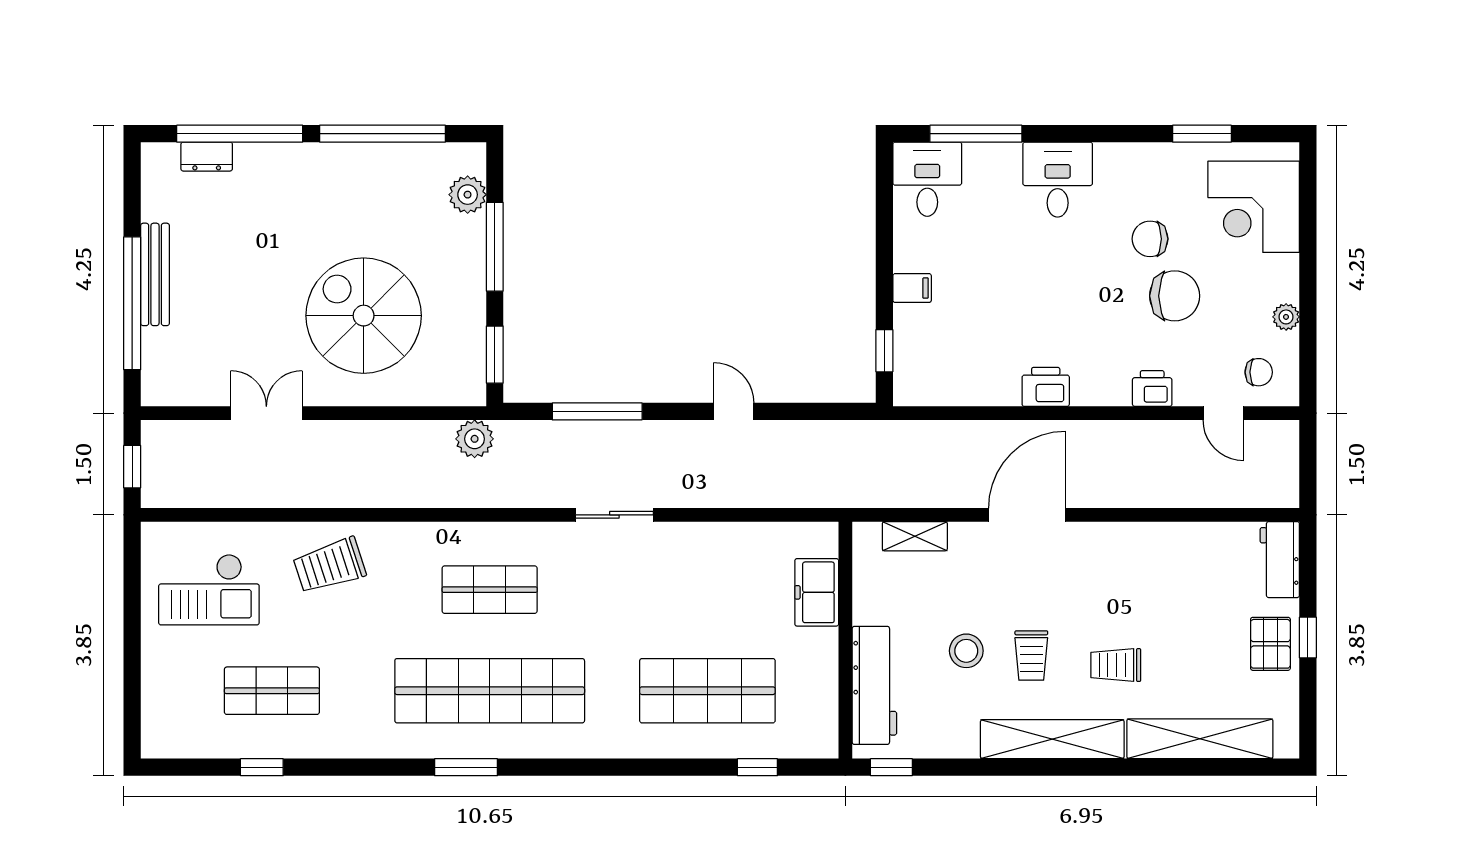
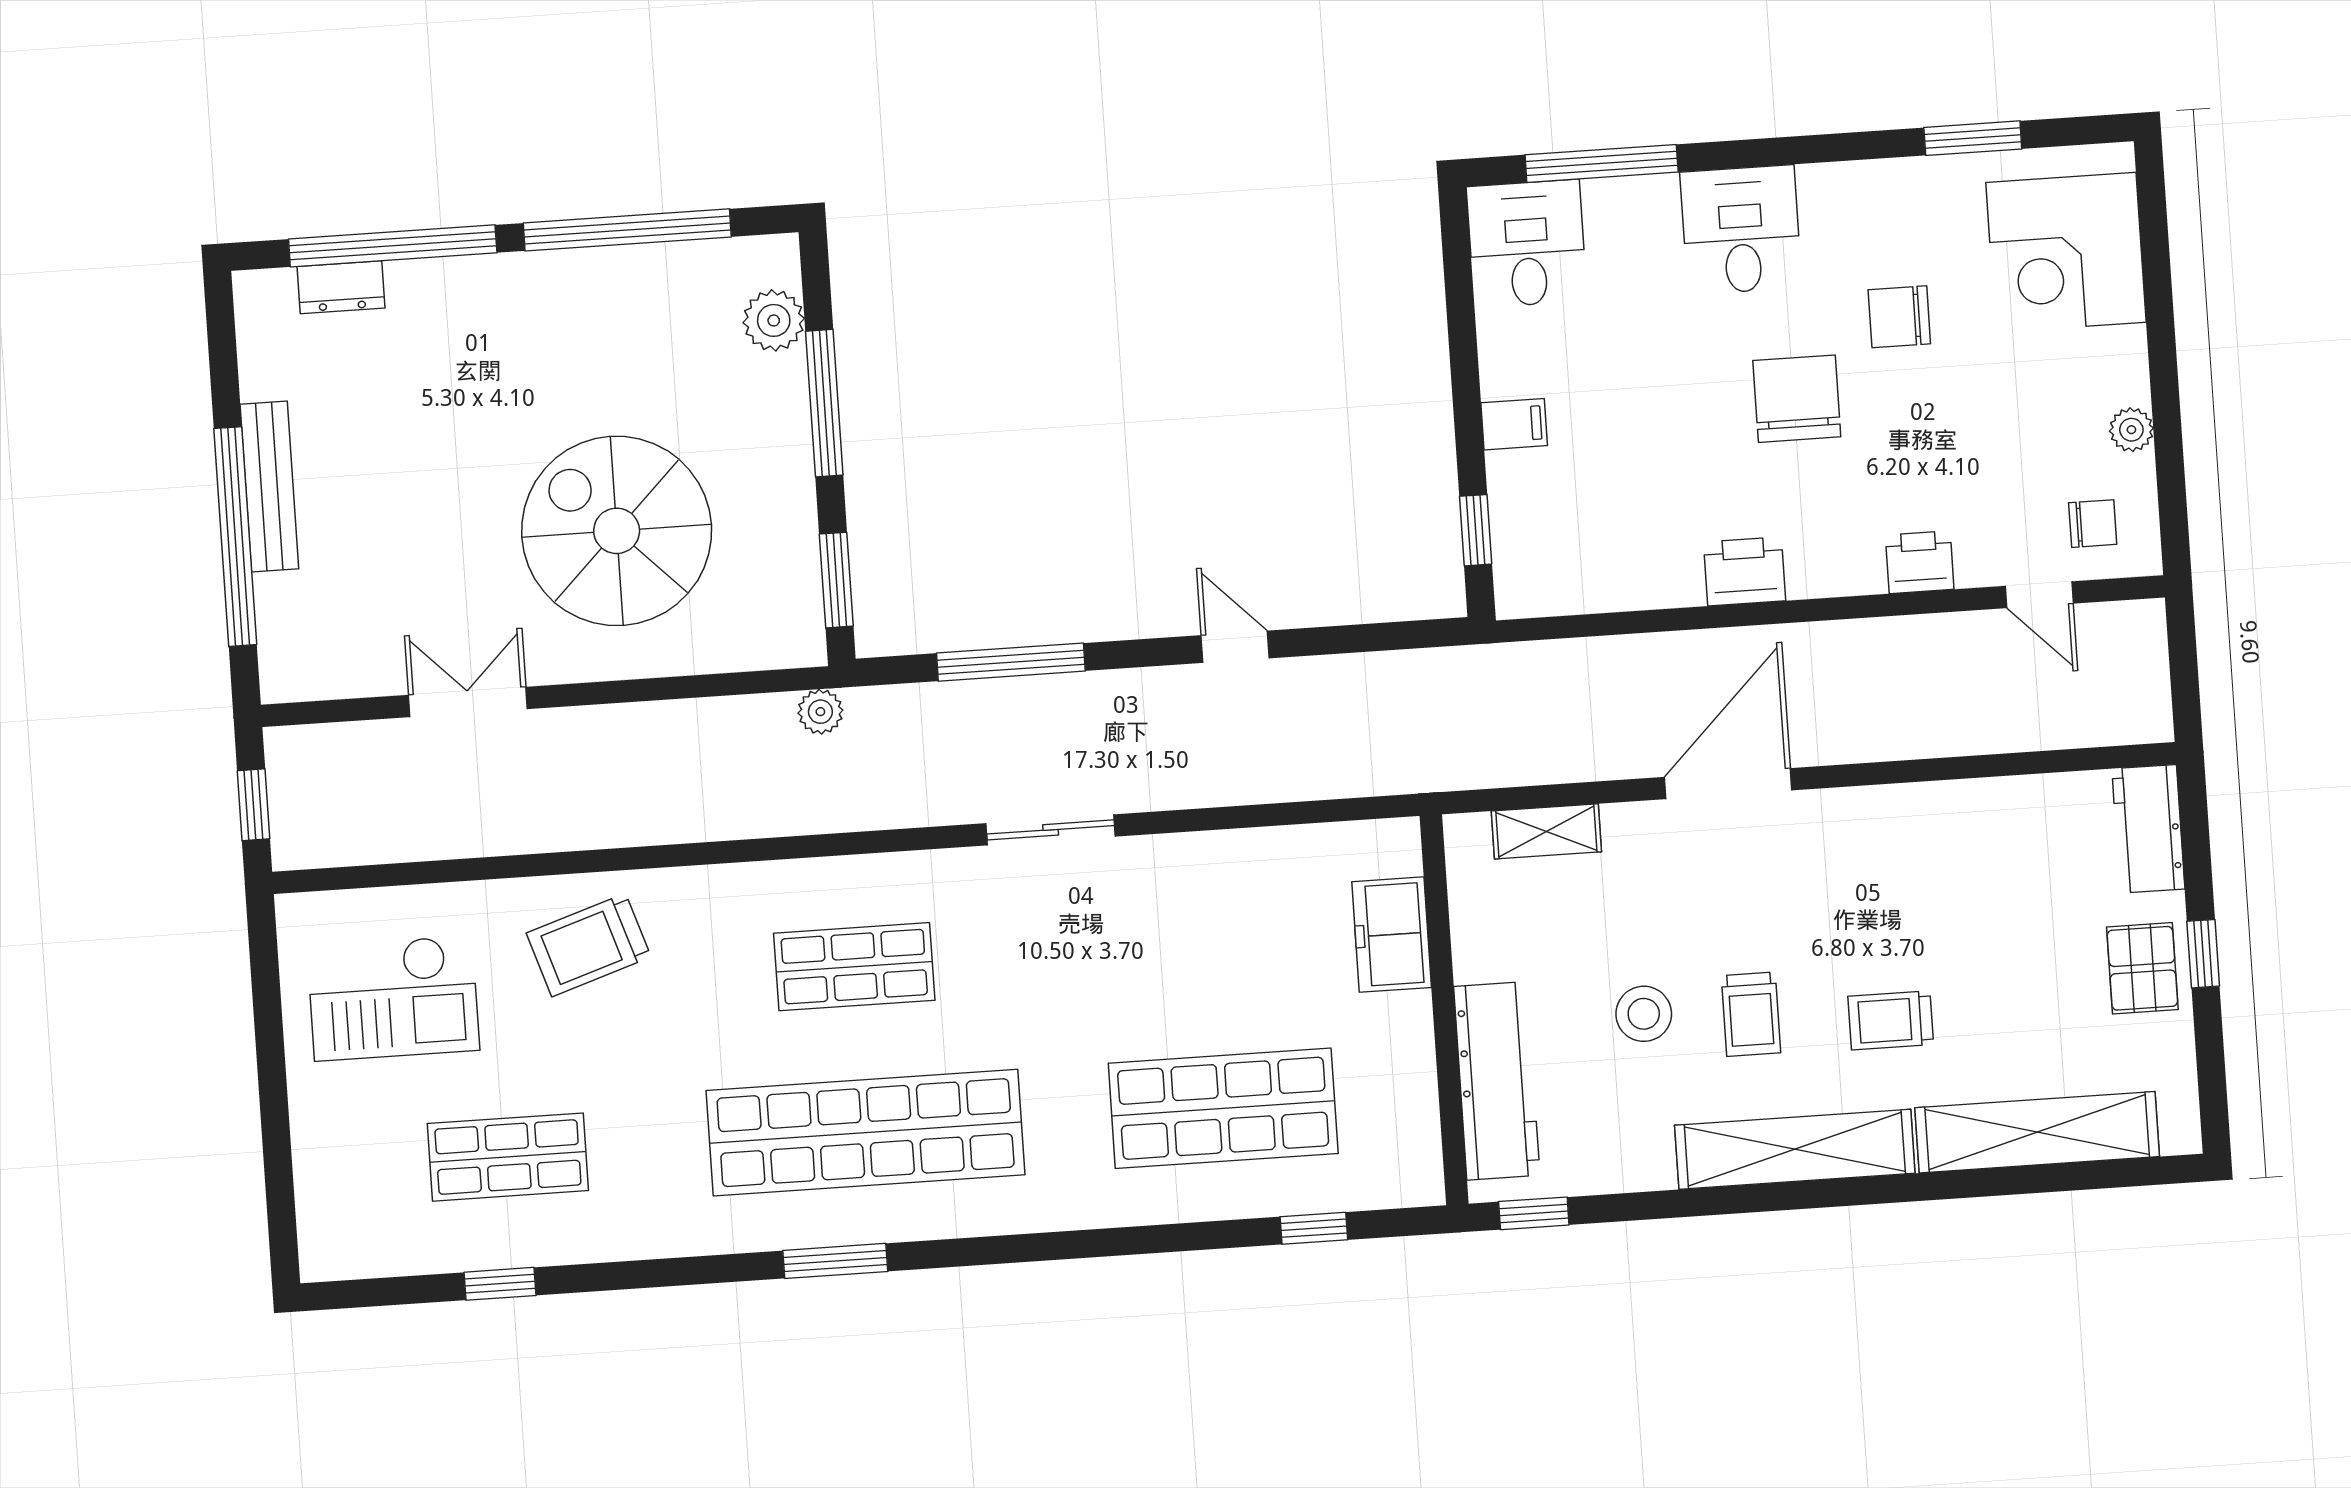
chair: (1175, 296) -> (1797, 399), moved, turned -90
plant: (475, 439) -> (820, 712), width x0.73, depth x0.73

